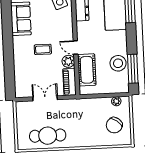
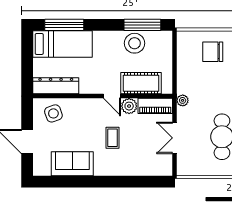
door: (76, 48) -> (112, 96), hinge flipped
plant: (116, 101) -> (183, 100), moved
chair: (114, 125) -> (213, 52), turned 143

